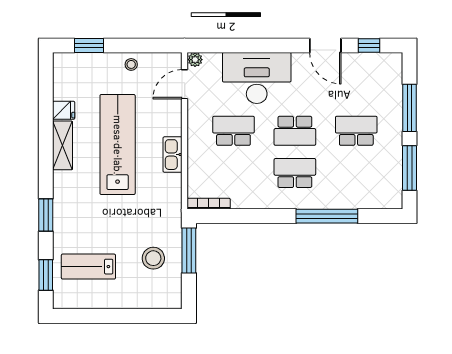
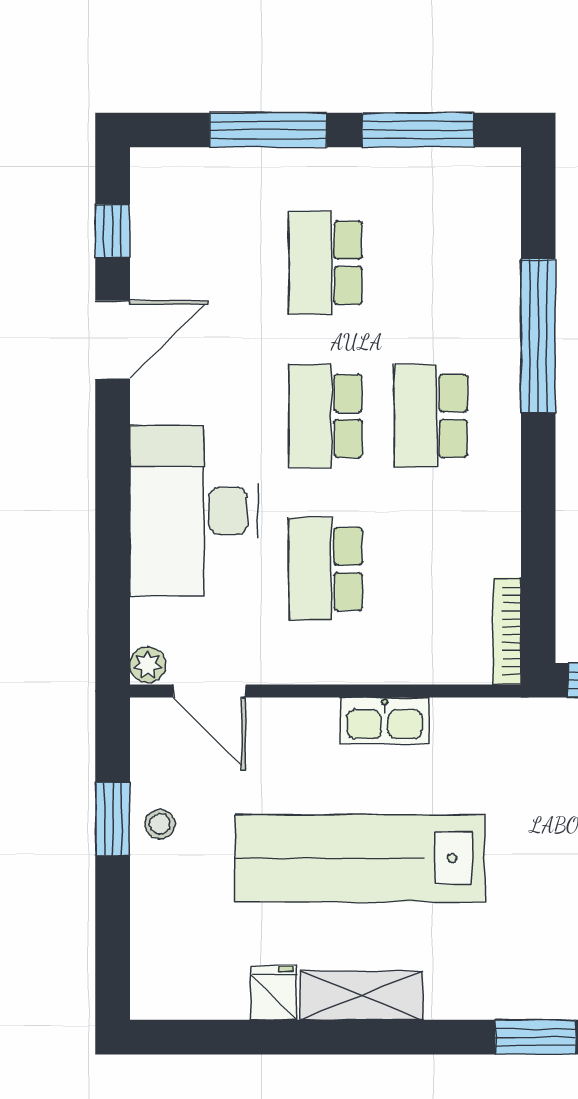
window: (89, 45) -> (113, 819), moved
school desk: (295, 131) -> (325, 416), turned 180

